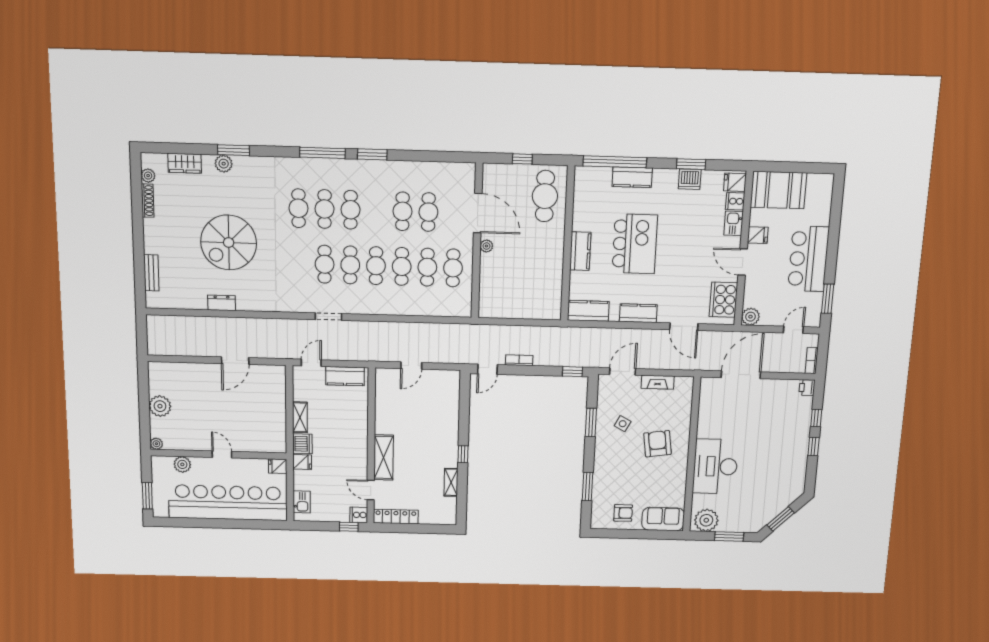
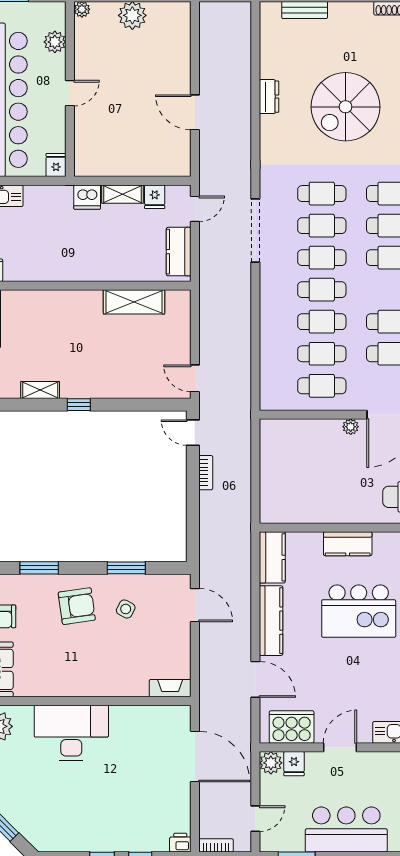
fridge: (758, 235) -> (294, 764), moved
spiral stairs: (229, 242) -> (346, 107), turned -90
cafe table: (299, 263) -> (322, 194), added
kitchen counter: (638, 313) -> (271, 621), width x1.50
doorway: (328, 317) -> (255, 230), width x1.87
door: (684, 327) -> (255, 679), swing flipped
door: (793, 330) -> (255, 819), hinge flipped
door: (311, 363) -> (195, 209), hinge flipped
door: (411, 366) -> (195, 378), moved
window: (572, 372) -> (193, 541), removed
fireplace: (658, 382) -> (170, 688), moved, turned 90
armchair: (658, 444) -> (77, 606), moved
shelving: (384, 457) -> (134, 302), moved
fridge: (302, 462) -> (155, 197), moved
door: (371, 490) -> (27, 286), removed

